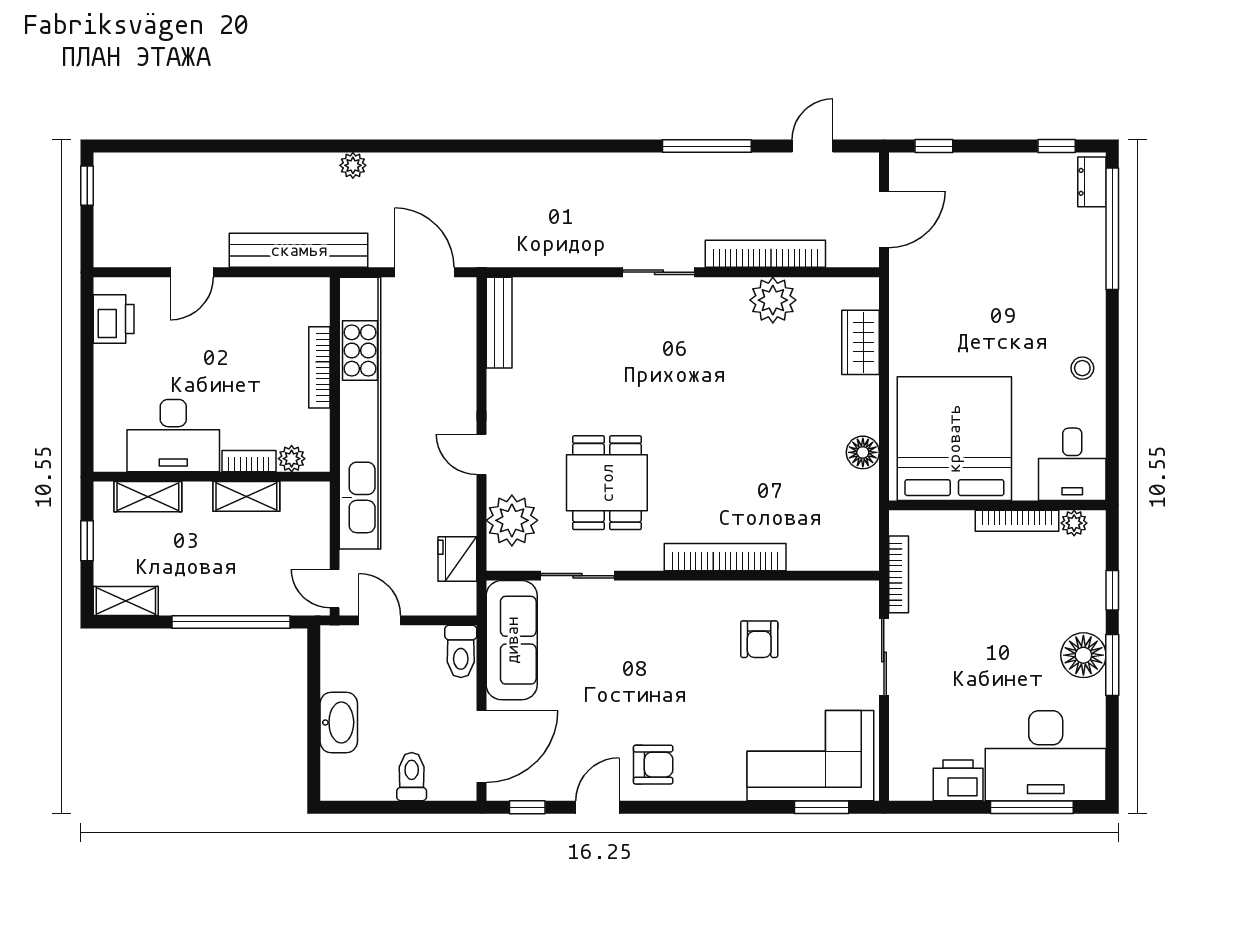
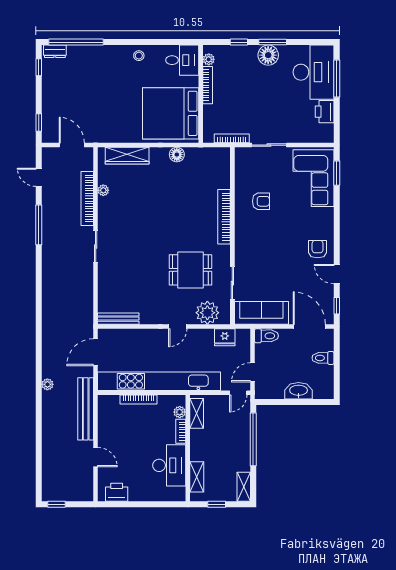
plant: (773, 300) -> (103, 190), width x0.53, depth x0.53
wardrobe: (860, 342) -> (127, 156), width x1.50
shelving: (246, 496) -> (197, 413), moved

